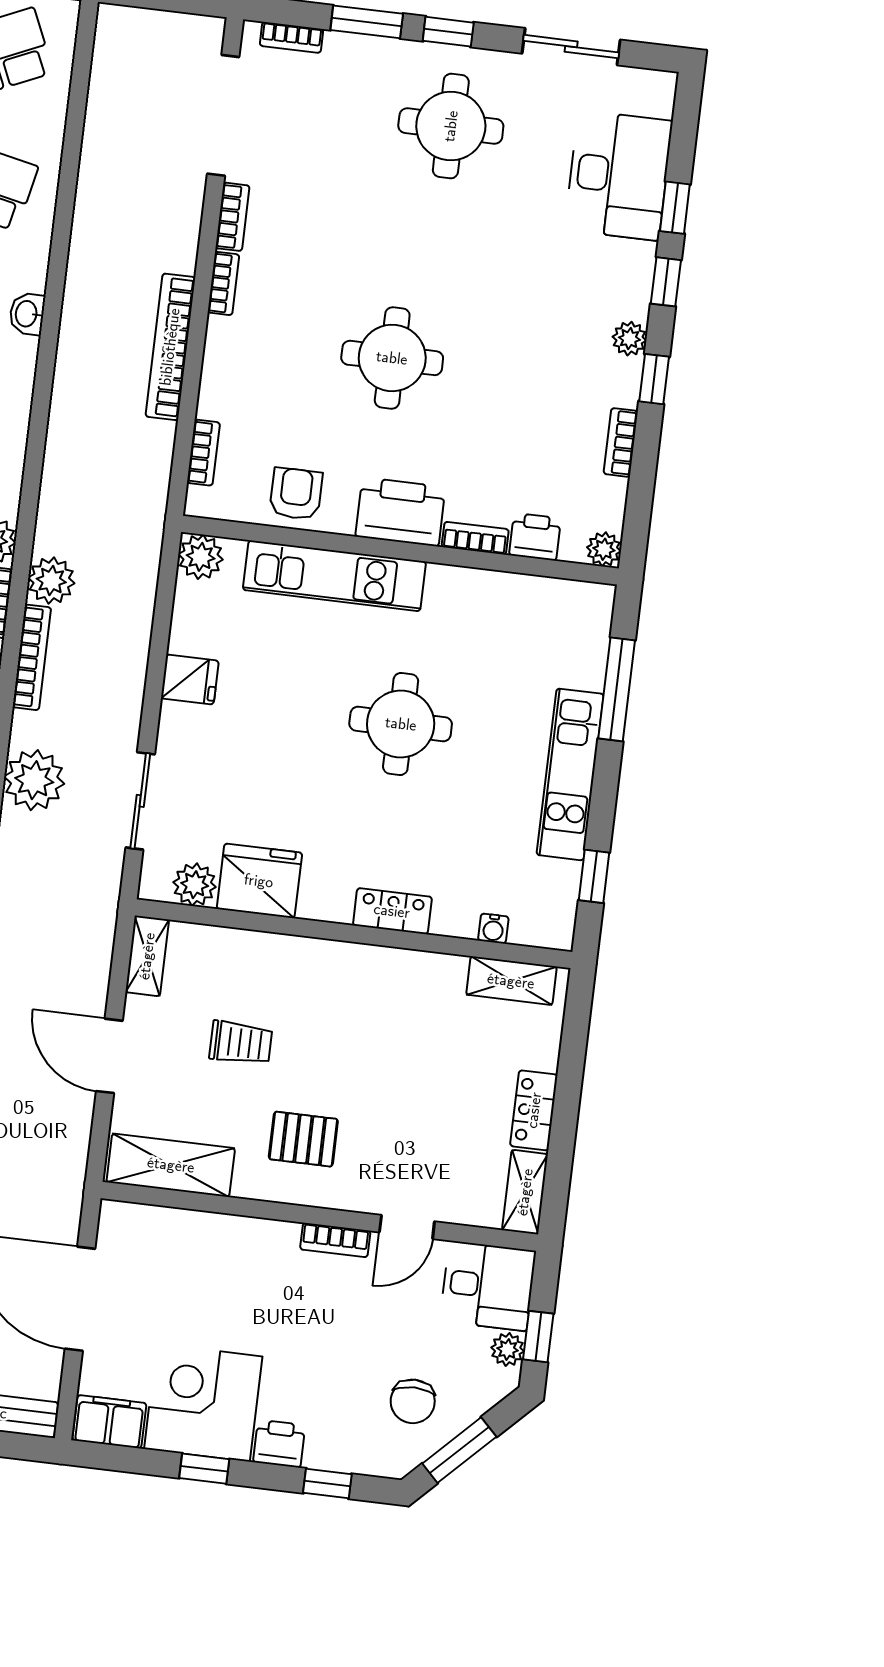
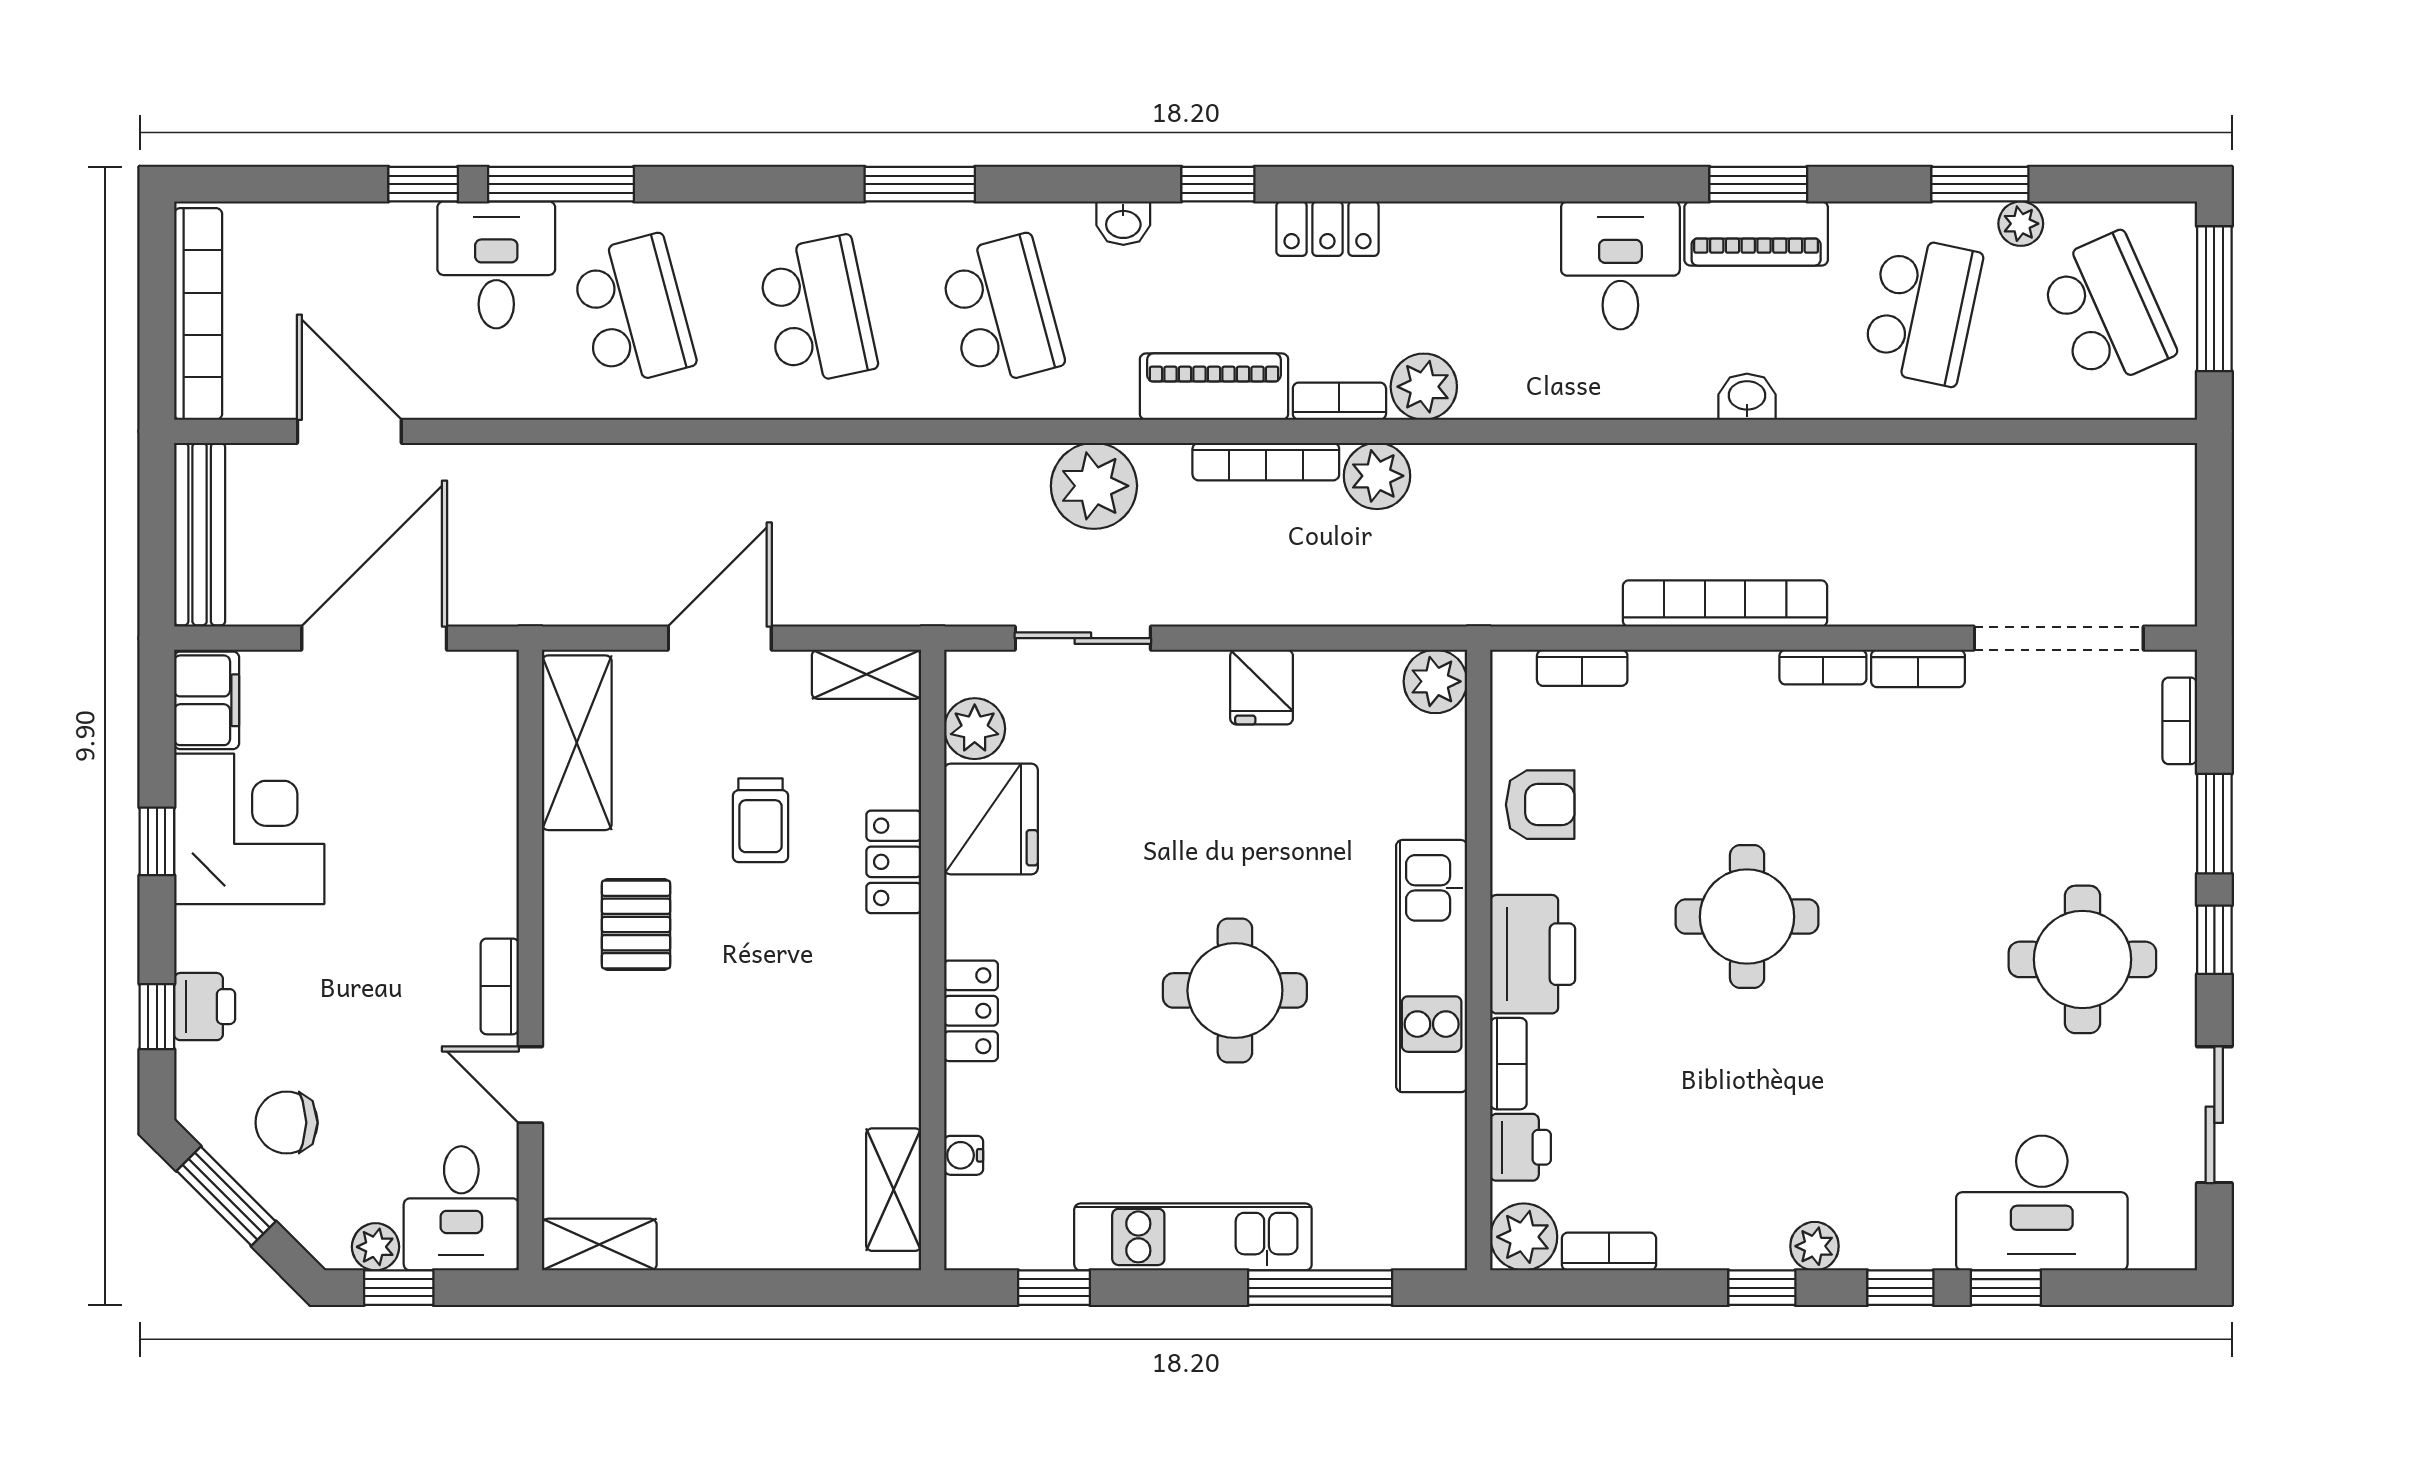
bookcase: (621, 442) -> (1609, 1252), moved
plant: (604, 549) -> (1524, 1237), width x1.38, depth x1.38
kitchen unit: (334, 576) -> (1432, 966), moved
locker: (534, 1110) -> (894, 862), moved, turned -90
printer: (279, 1444) -> (205, 1007), moved

